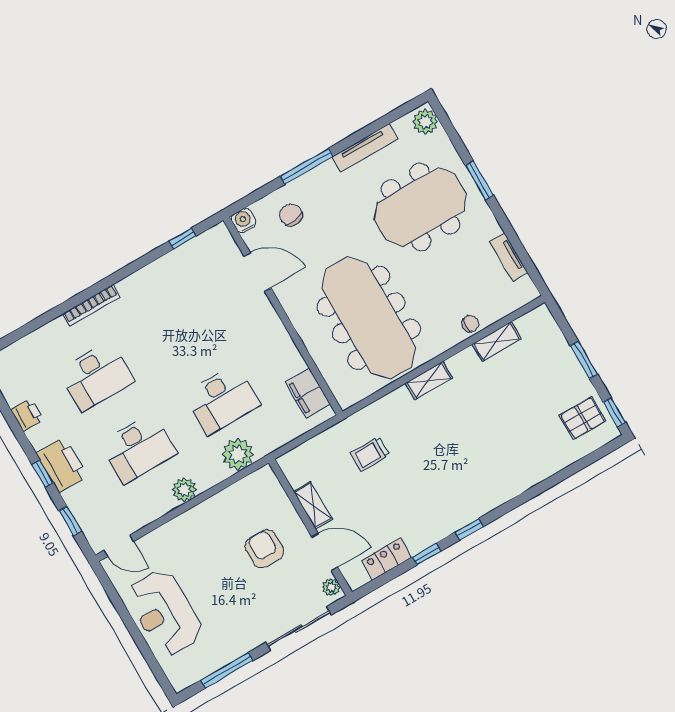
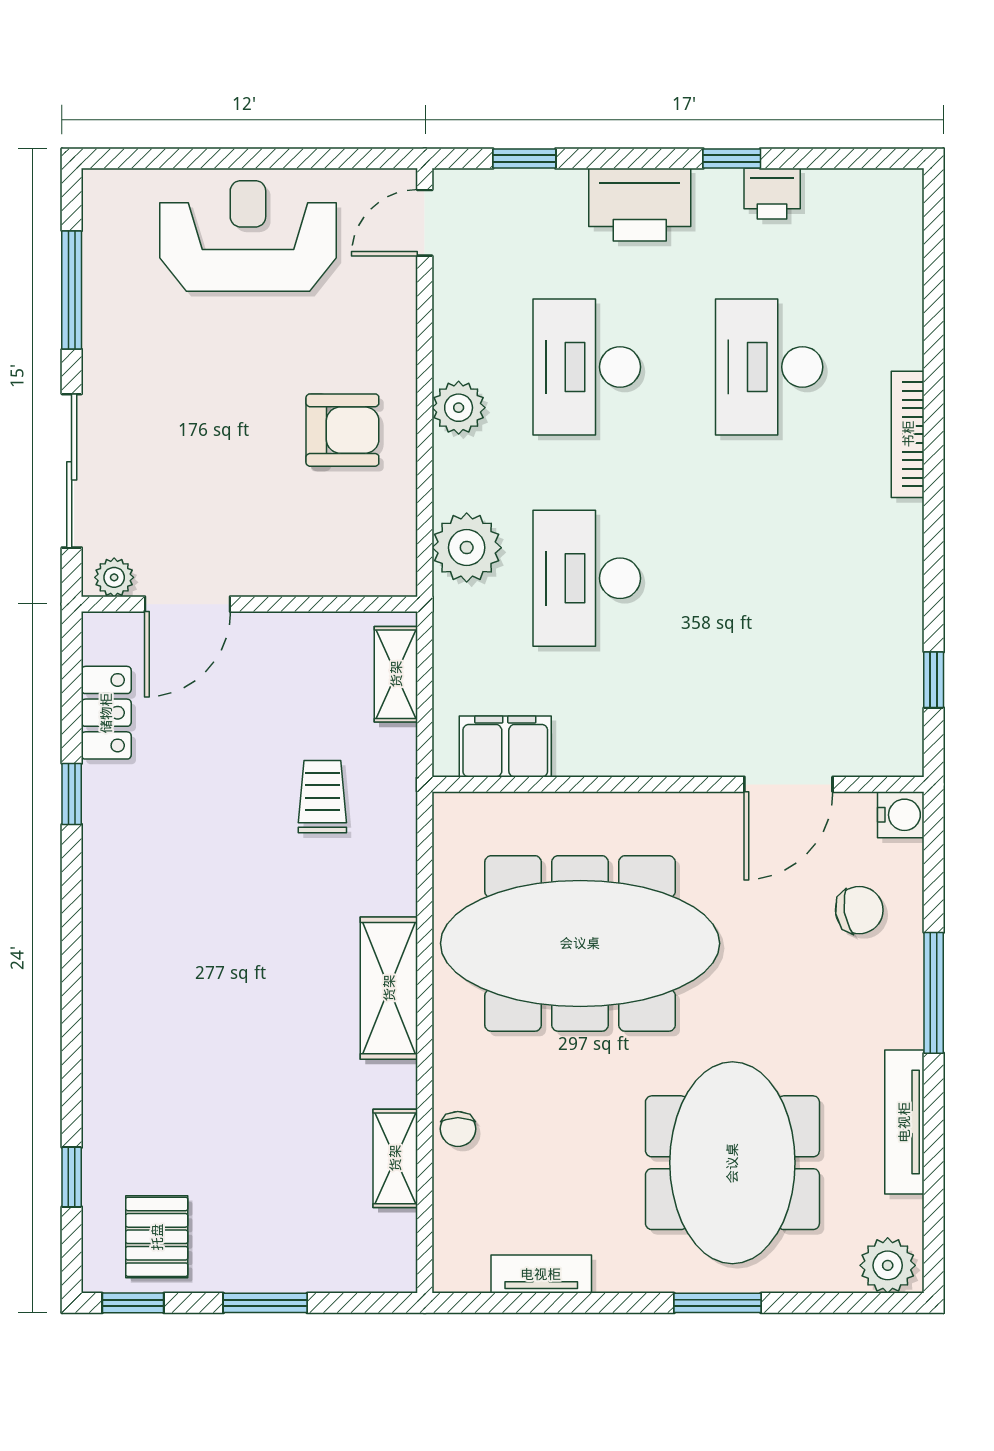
shelving: (429, 381) -> (389, 988), width x1.50, depth x1.33
window: (43, 474) -> (732, 159), moved
shelving: (313, 505) -> (396, 674), moved, turned 90
window: (469, 529) -> (72, 1177), moved
armchair: (264, 549) -> (342, 430), moved

